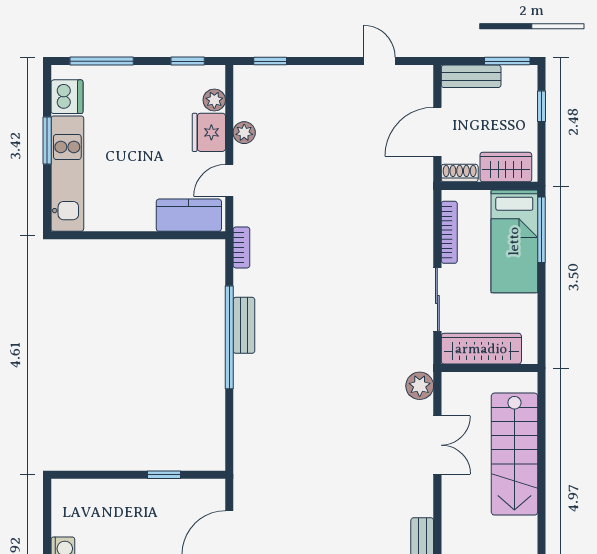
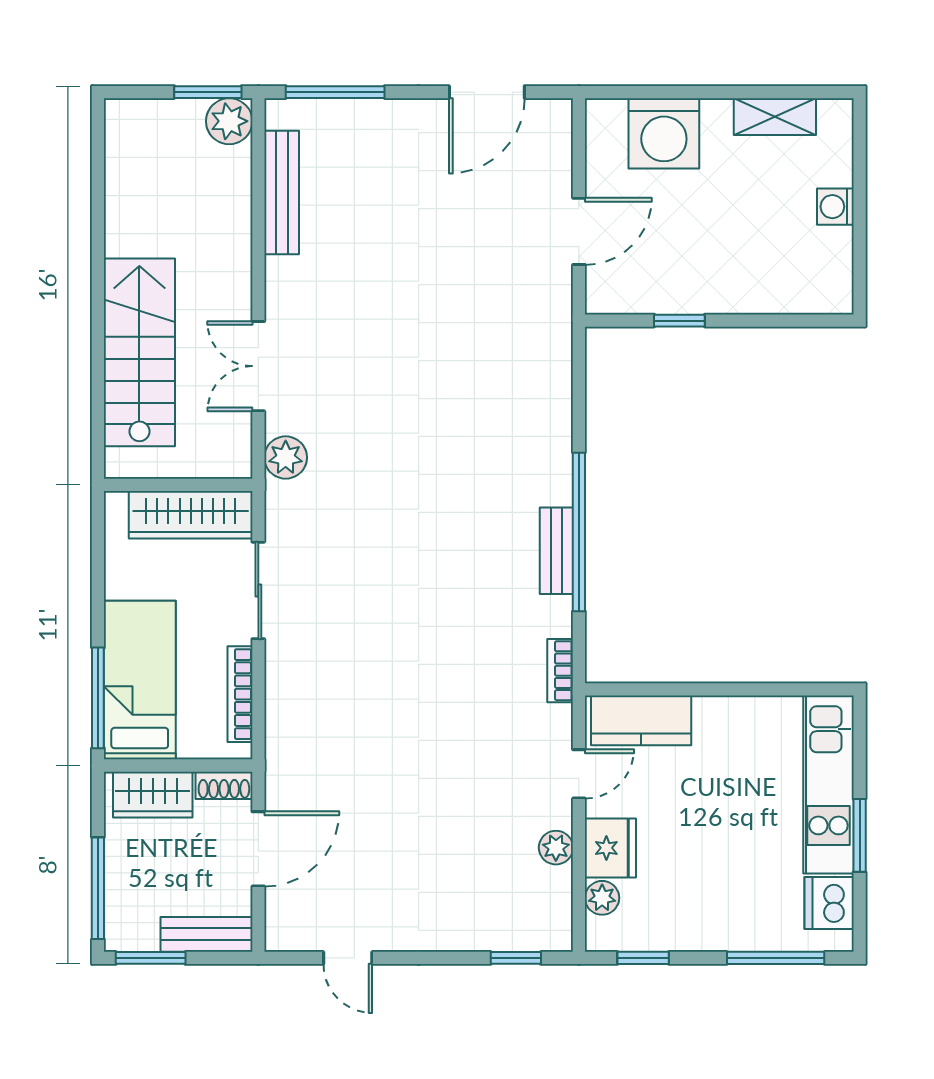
window: (541, 106) -> (98, 888), width x2.17

